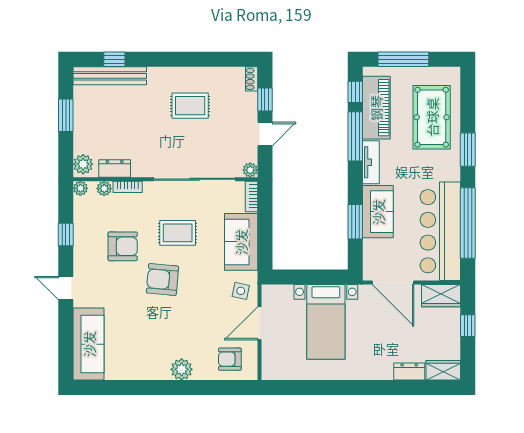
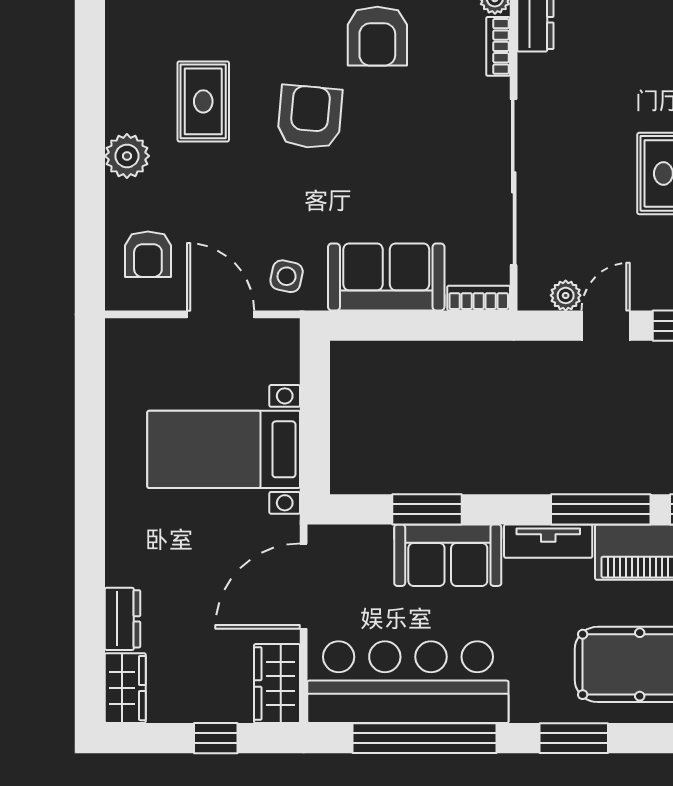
door: (265, 134) -> (606, 326), swing flipped
plant: (250, 170) -> (566, 295), moved
rug: (178, 233) -> (203, 101), moved
armchair: (230, 359) -> (148, 254), turned 180

